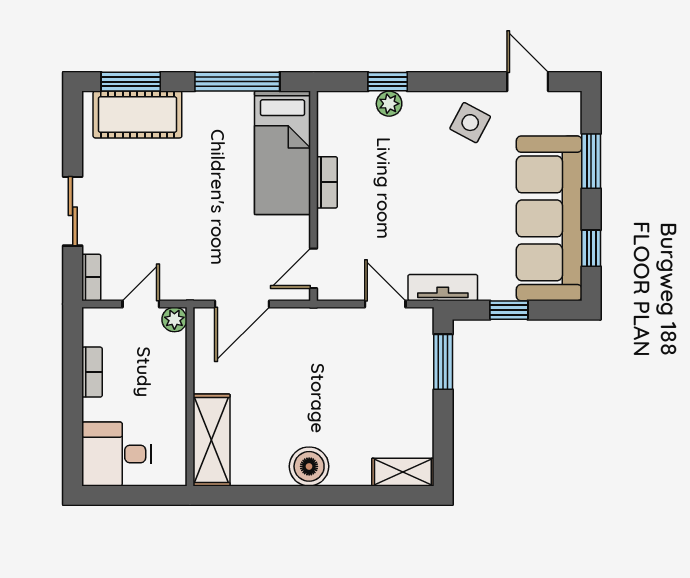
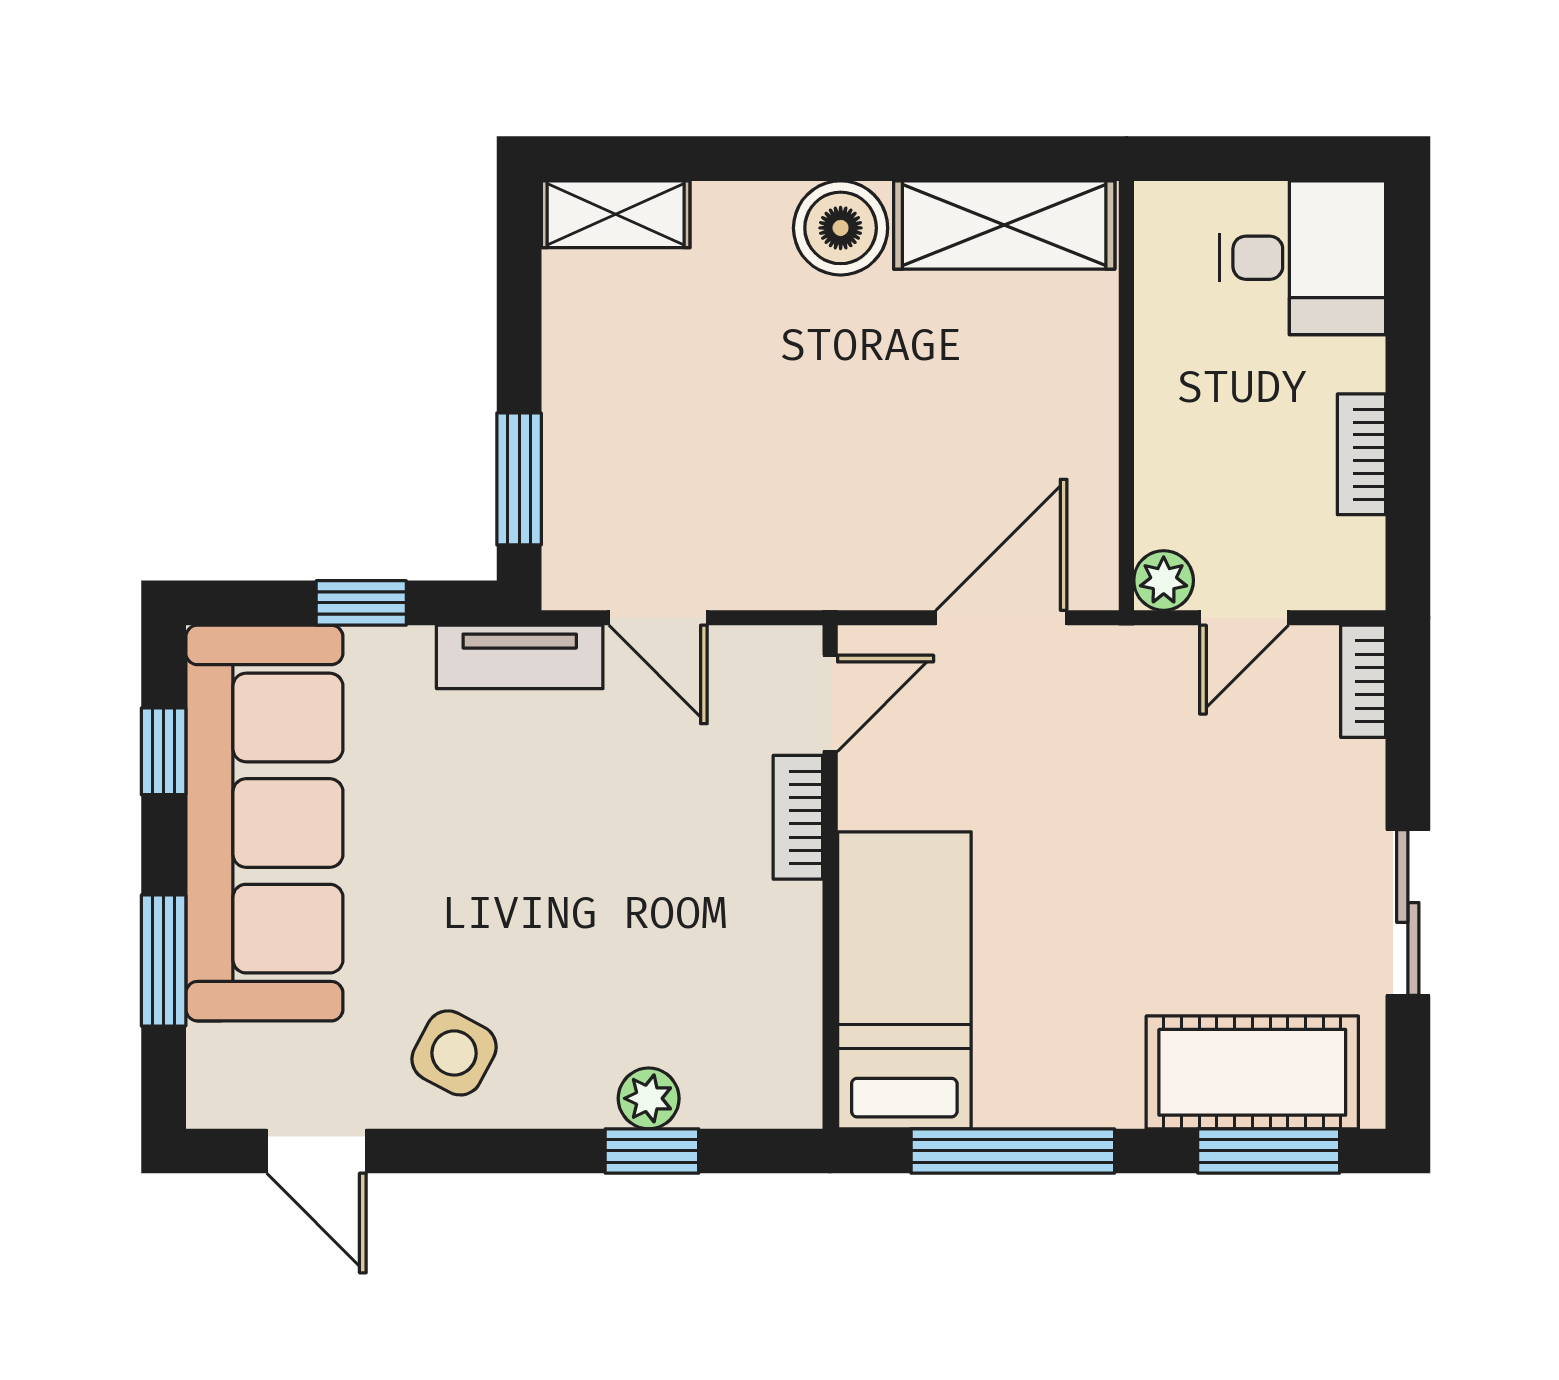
bookcase: (327, 182) -> (798, 817), moved
sliding door: (73, 211) -> (1408, 912), moved
shelving: (211, 440) -> (1004, 225), moved, turned 90

